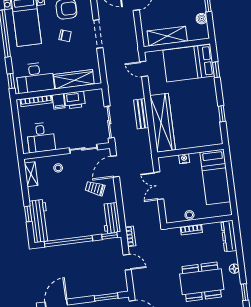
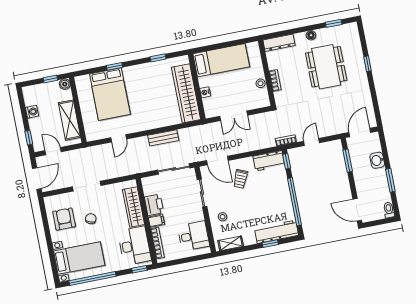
shelving: (167, 36) -> (69, 120), moved
wall: (177, 45) -> (78, 110), moved
wardrobe: (163, 123) -> (186, 93), moved, turned -90

